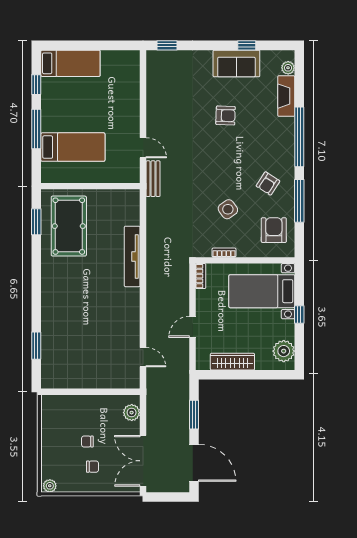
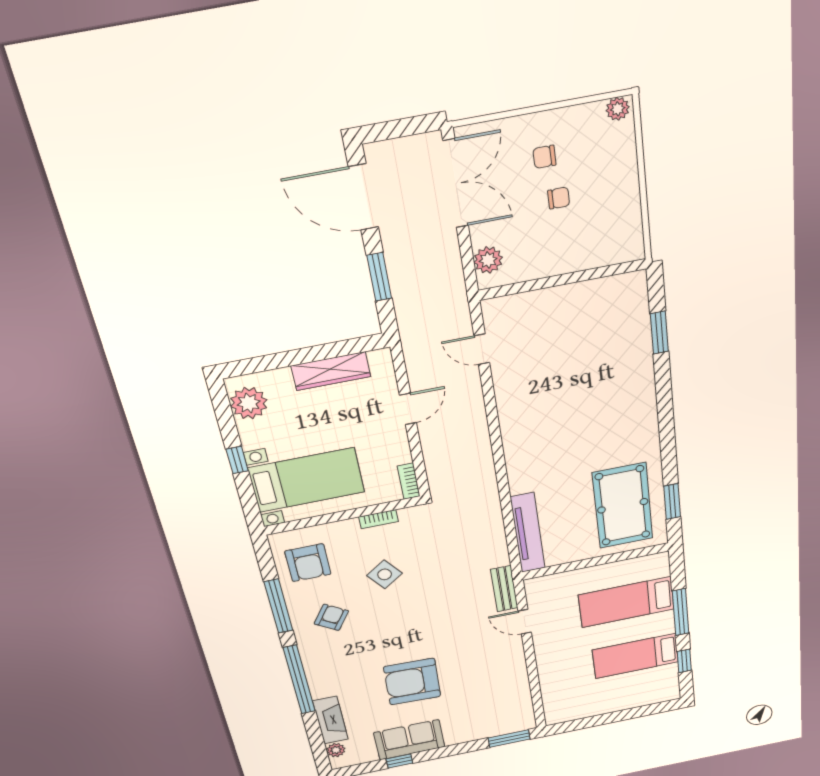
window: (167, 45) -> (509, 738), width x1.50
bed: (70, 63) -> (635, 656), moved
armchair: (226, 116) -> (412, 682), width x1.88, depth x1.88
tv unit: (132, 256) -> (528, 533), moved

